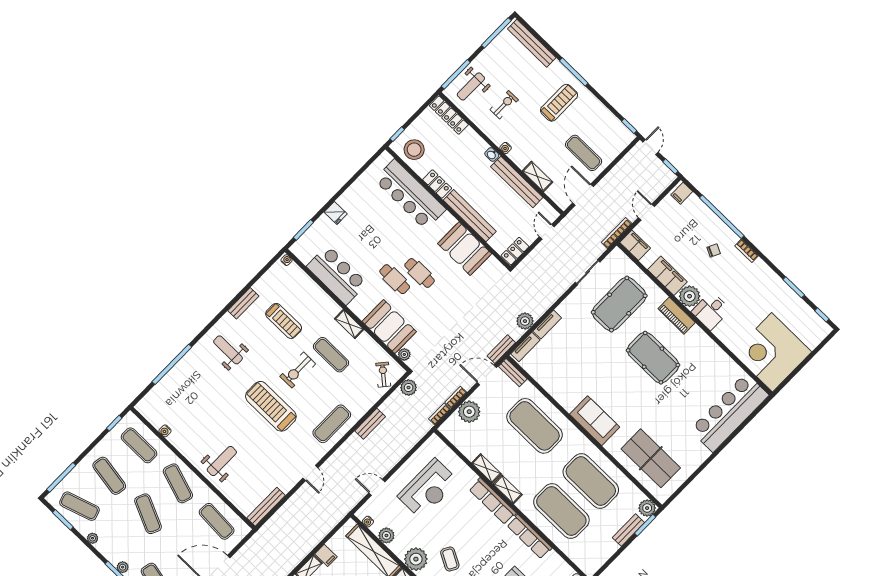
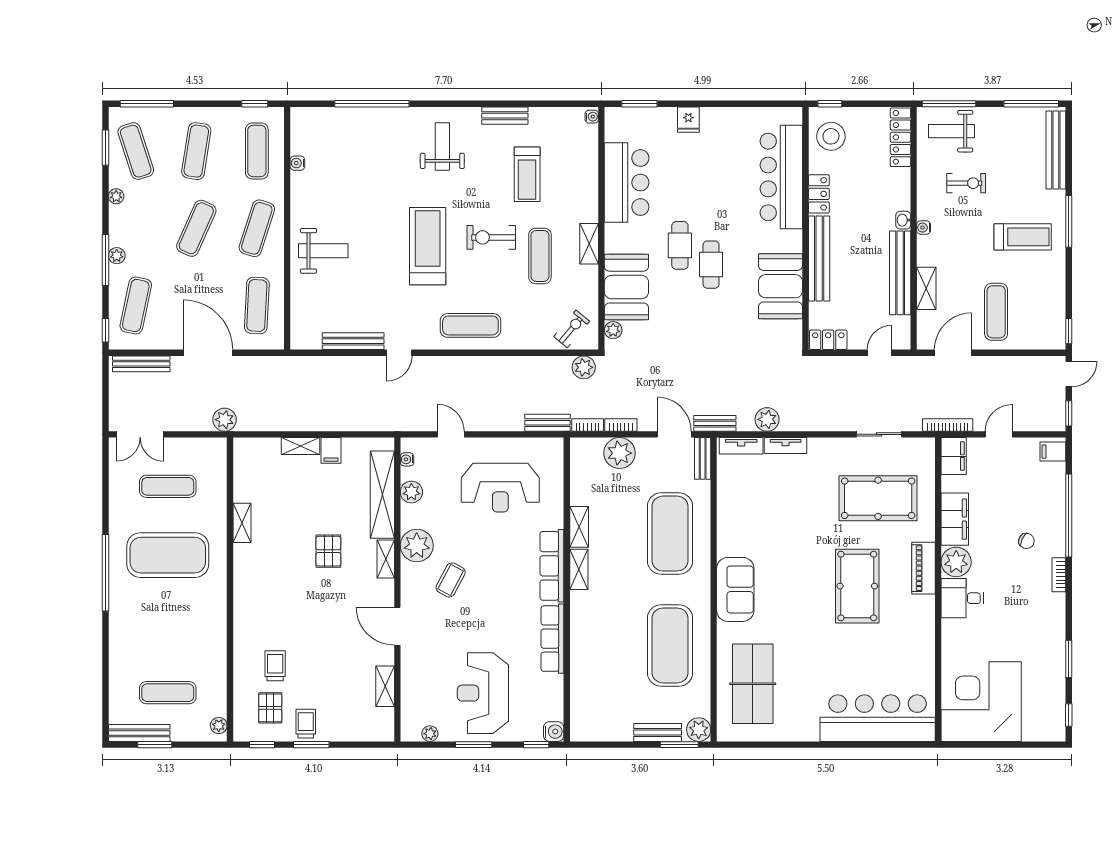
bench: (370, 424) -> (547, 423), moved
bench: (266, 507) -> (353, 341), moved
exercise mat: (561, 511) -> (610, 645), removed

